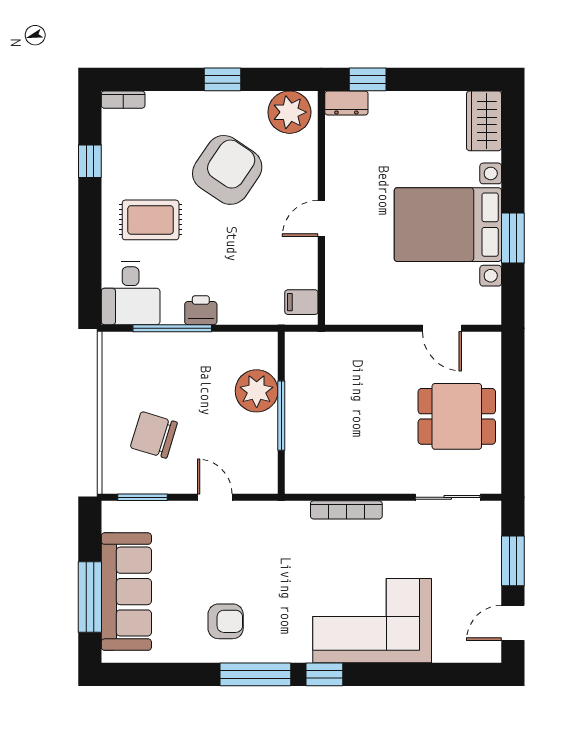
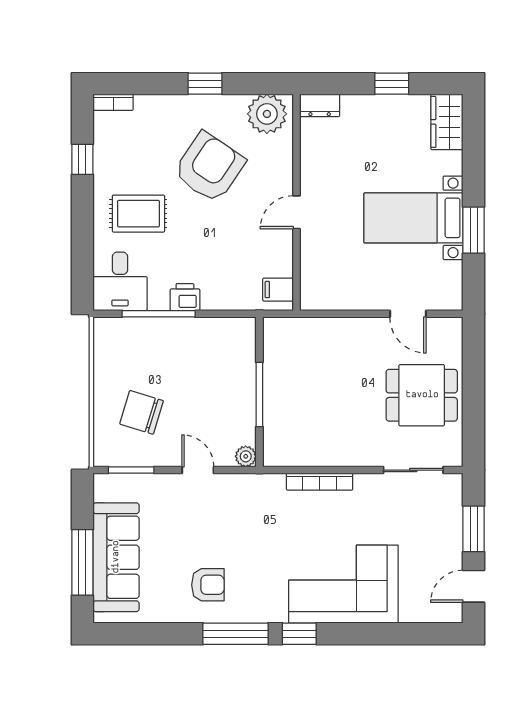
window: (368, 79) -> (392, 84), moved
bed with nightstands: (448, 225) -> (413, 218), width x0.73
plant: (257, 391) -> (246, 456), moved, width x0.53, depth x0.53

